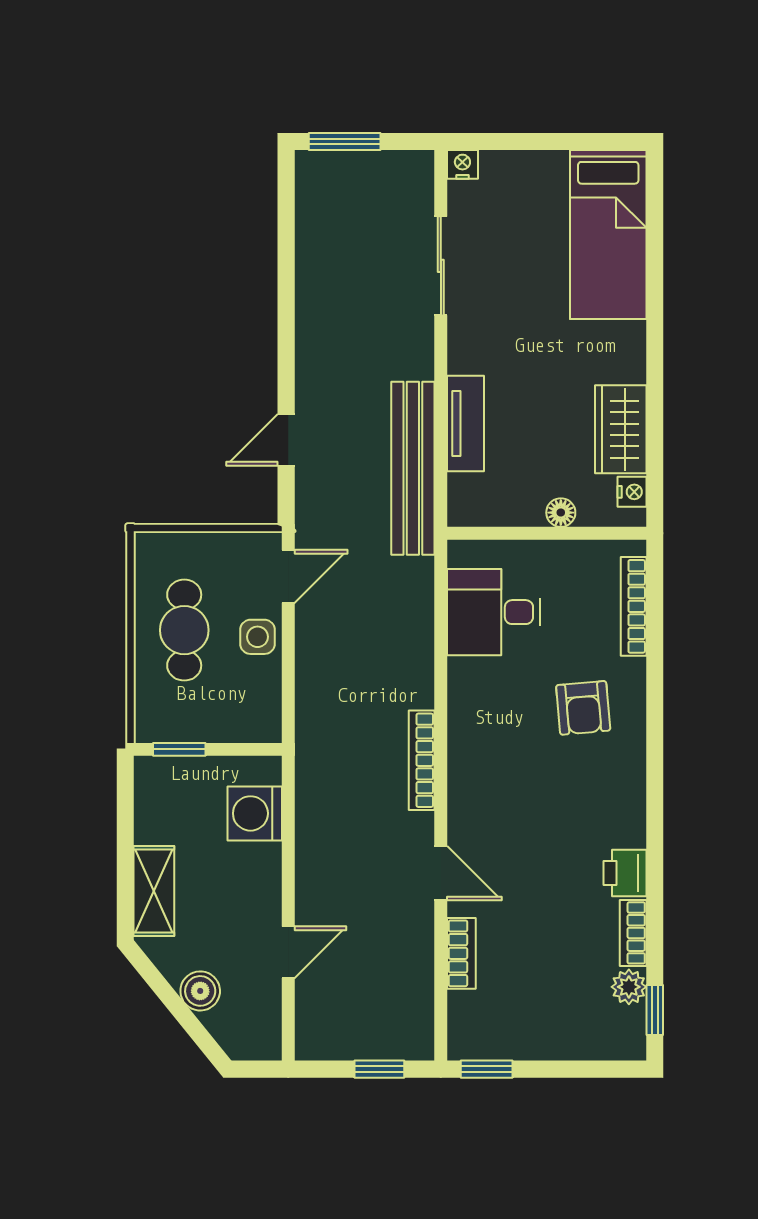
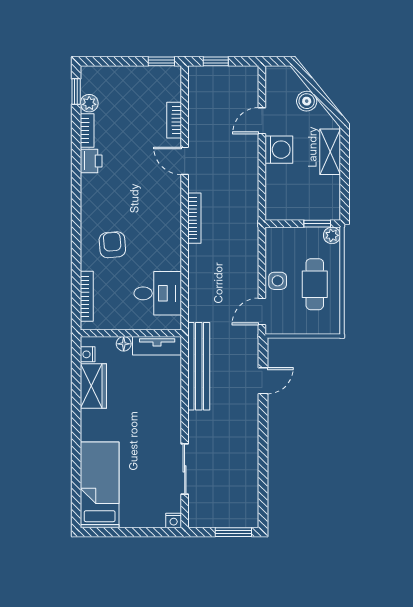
tv unit: (465, 424) -> (157, 346), moved, turned -90
plant: (150, 726) -> (332, 235), added
washing machine: (255, 813) -> (279, 150), moved

